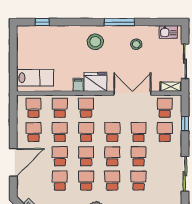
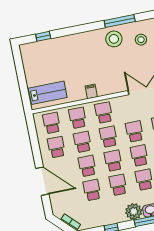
stool: (95, 42) -> (114, 39), moved
fridge: (95, 82) -> (108, 85), removed
door: (13, 162) -> (42, 181), hinge flipped

